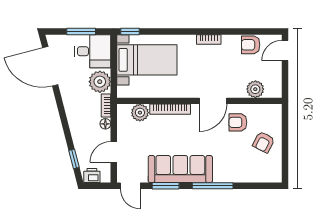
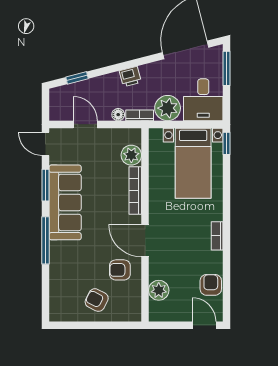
window: (81, 31) -> (226, 68), moved
armchair: (238, 122) -> (120, 270), turned -90
printer: (92, 175) -> (130, 77), moved, turned 76
door: (130, 186) -> (46, 144), hinge flipped

